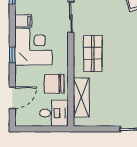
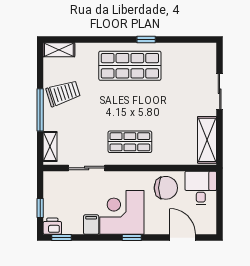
chair: (54, 84) -> (166, 188), turned -90
shelving: (81, 98) -> (207, 140), moved, turned 90

